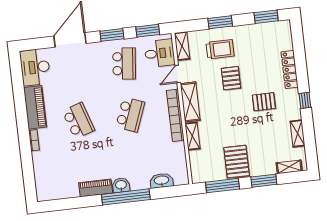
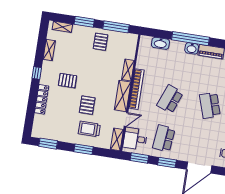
pallet: (237, 162) -> (100, 42), width x0.67, depth x0.71

